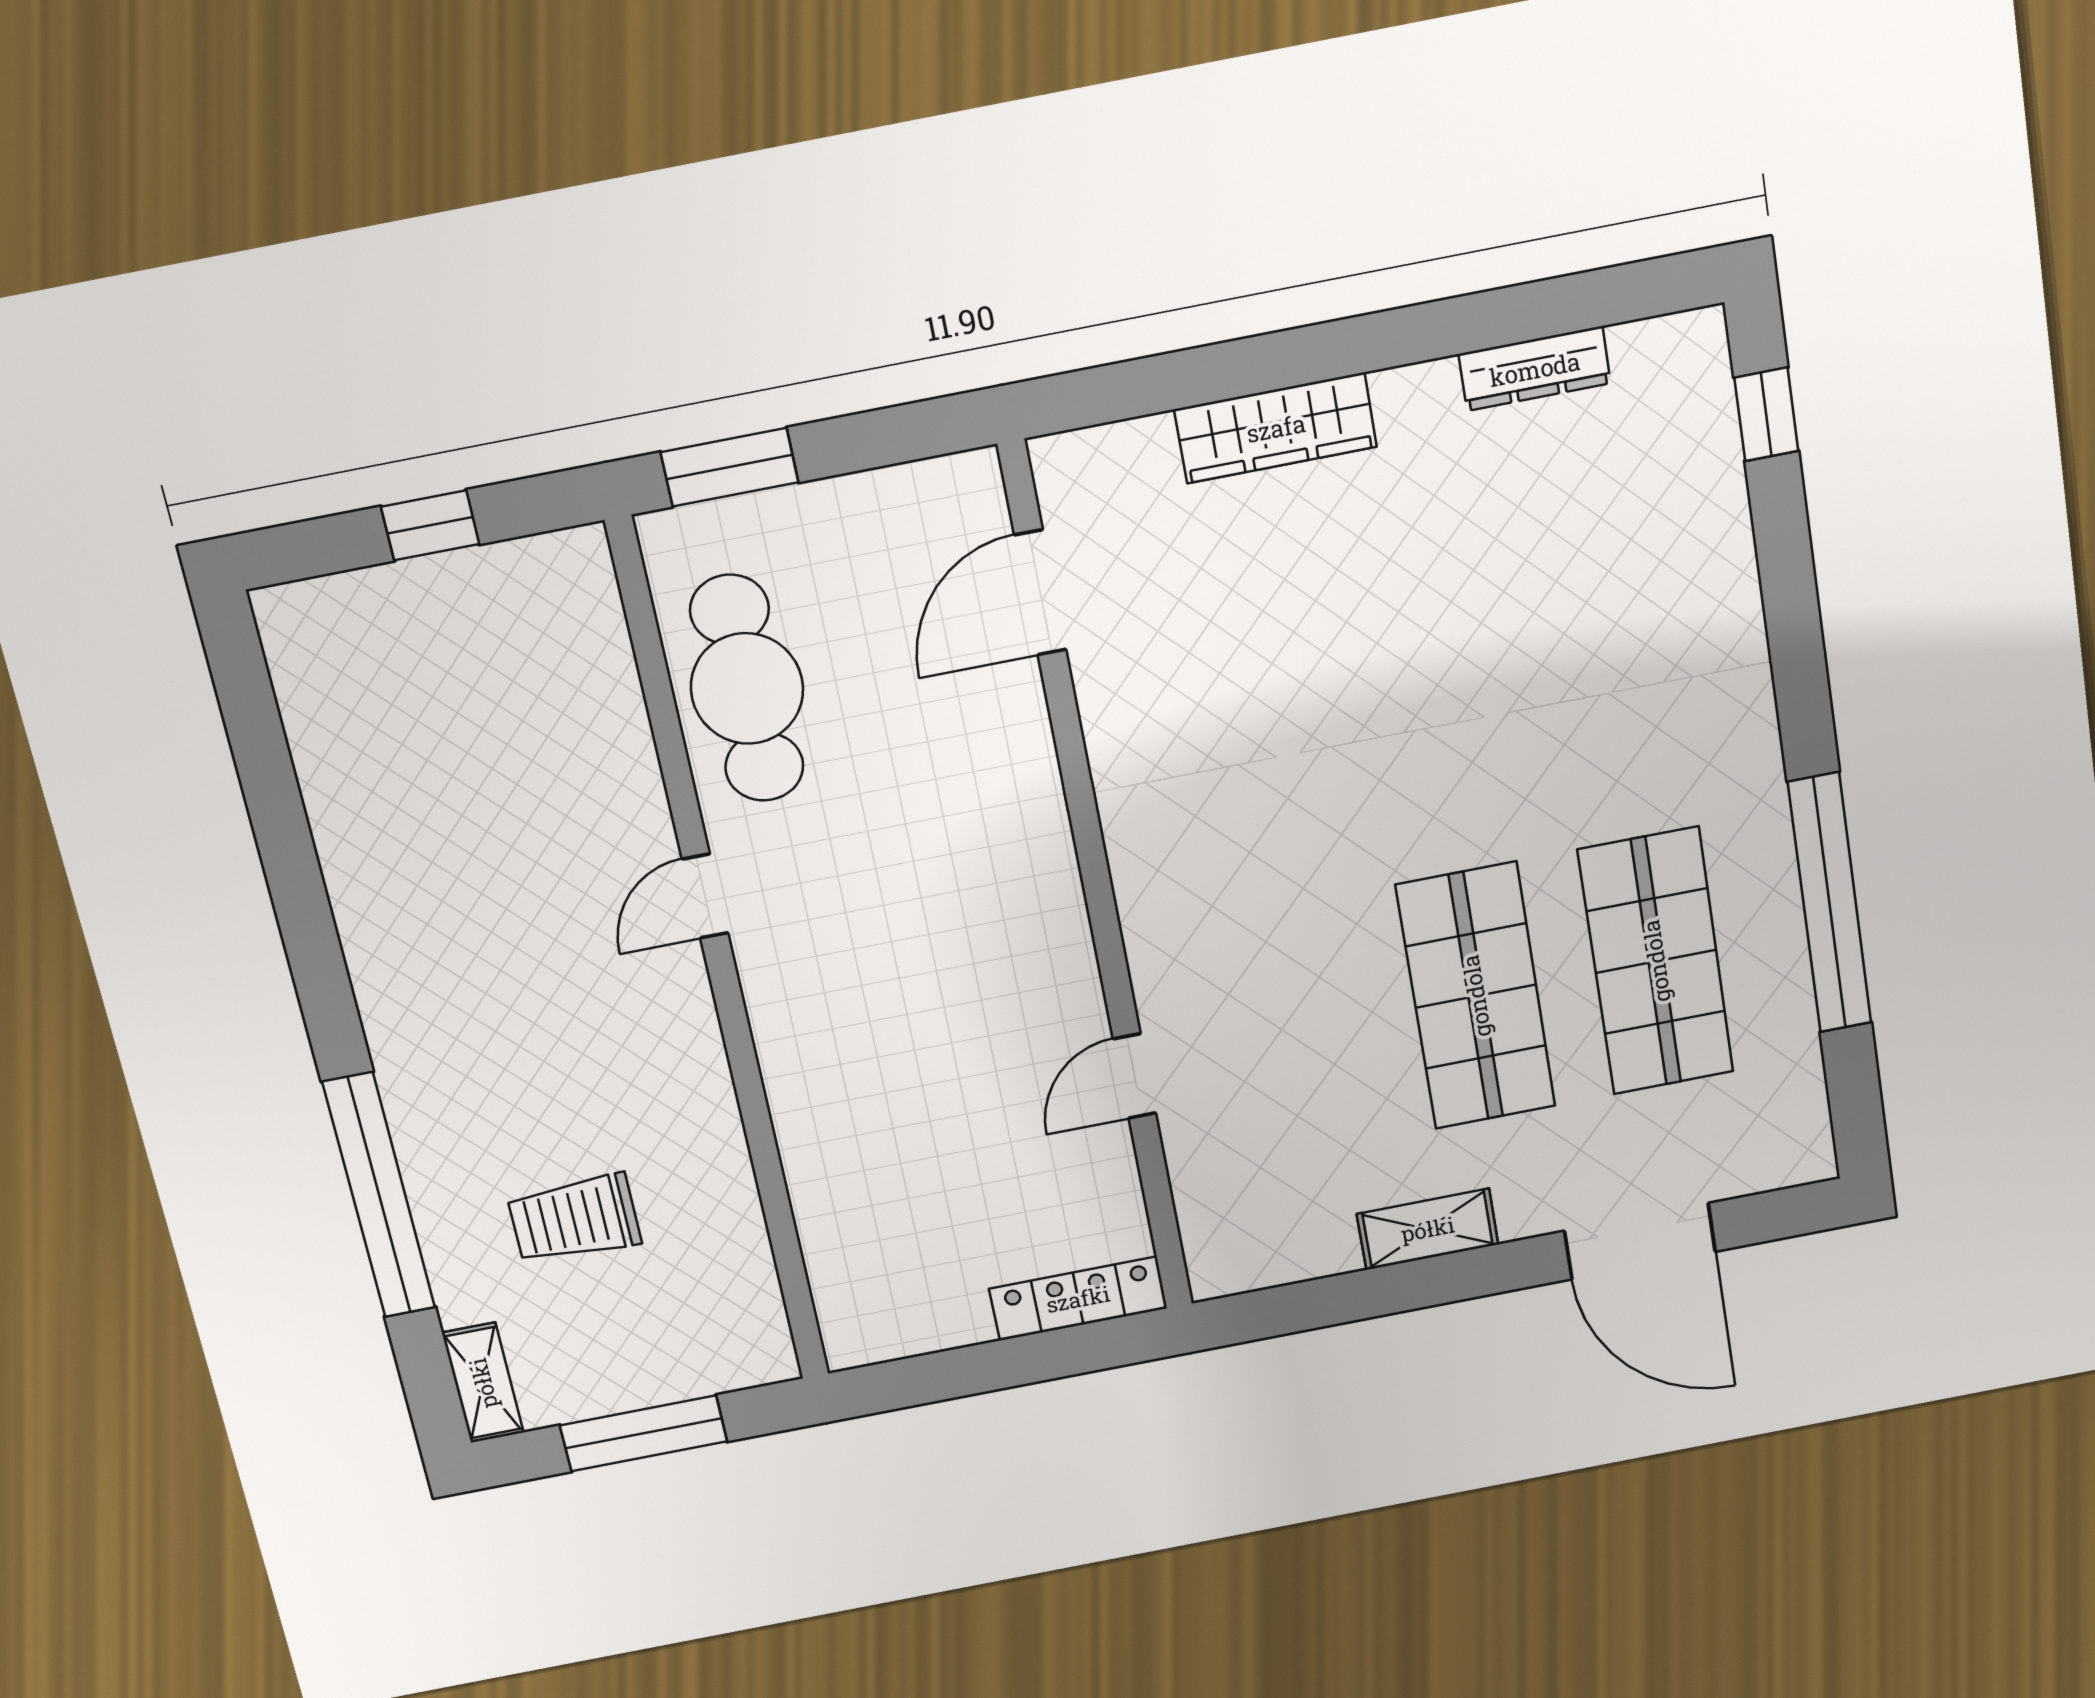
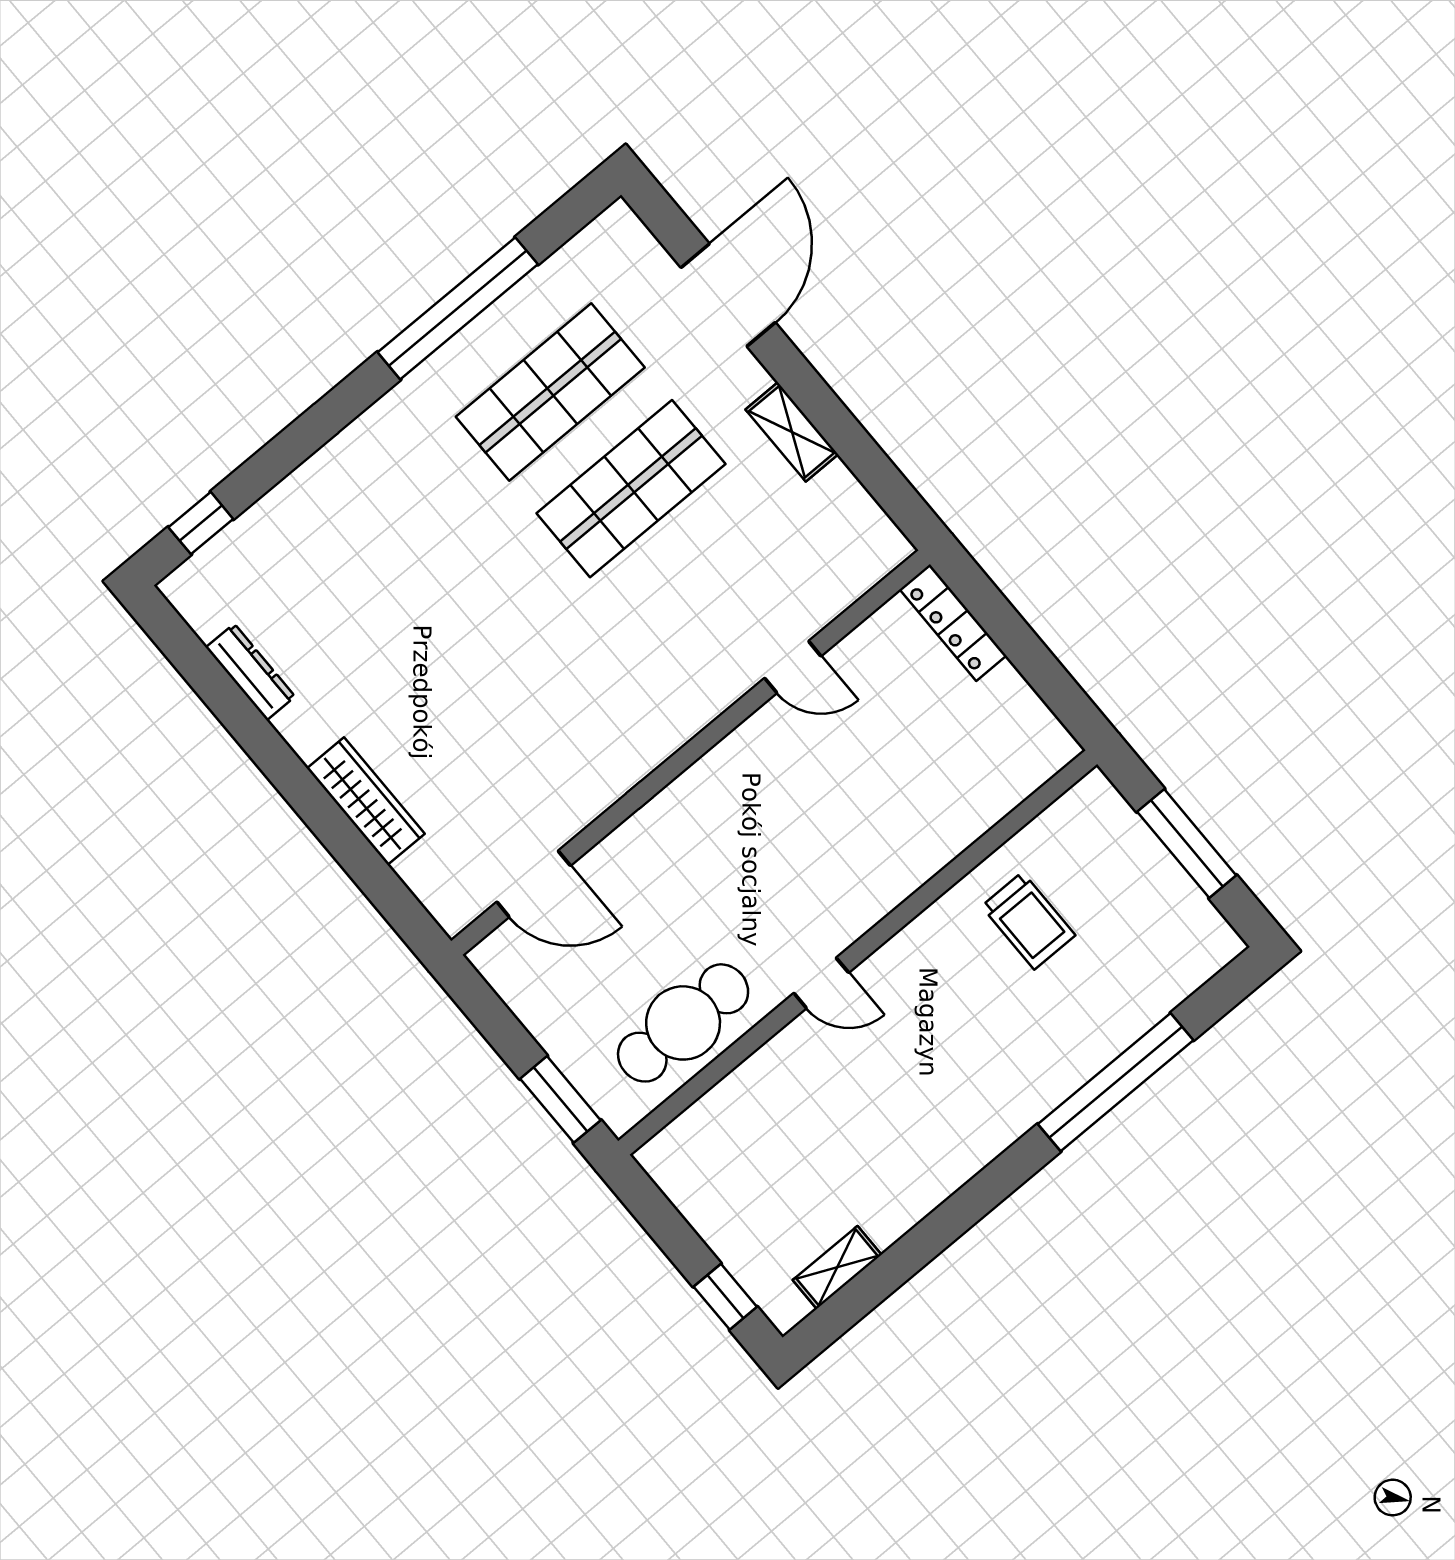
window: (430, 525) -> (725, 1297), moved
trolley: (574, 1219) -> (1028, 921), moved
shelving: (483, 1383) -> (837, 1267), moved

